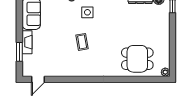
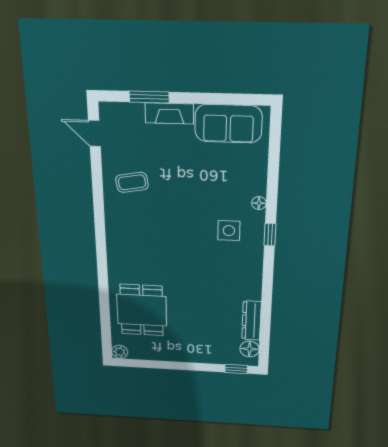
coffee table: (82, 42) -> (132, 182), moved

